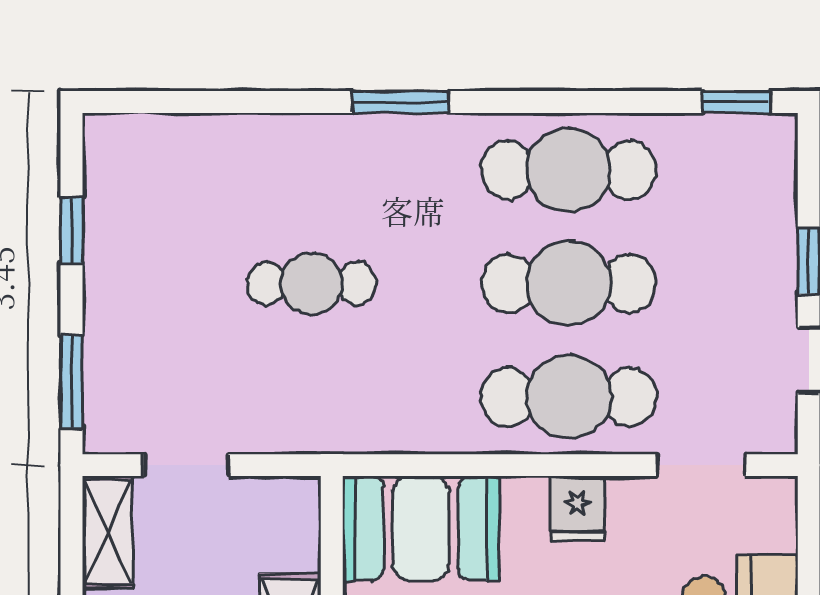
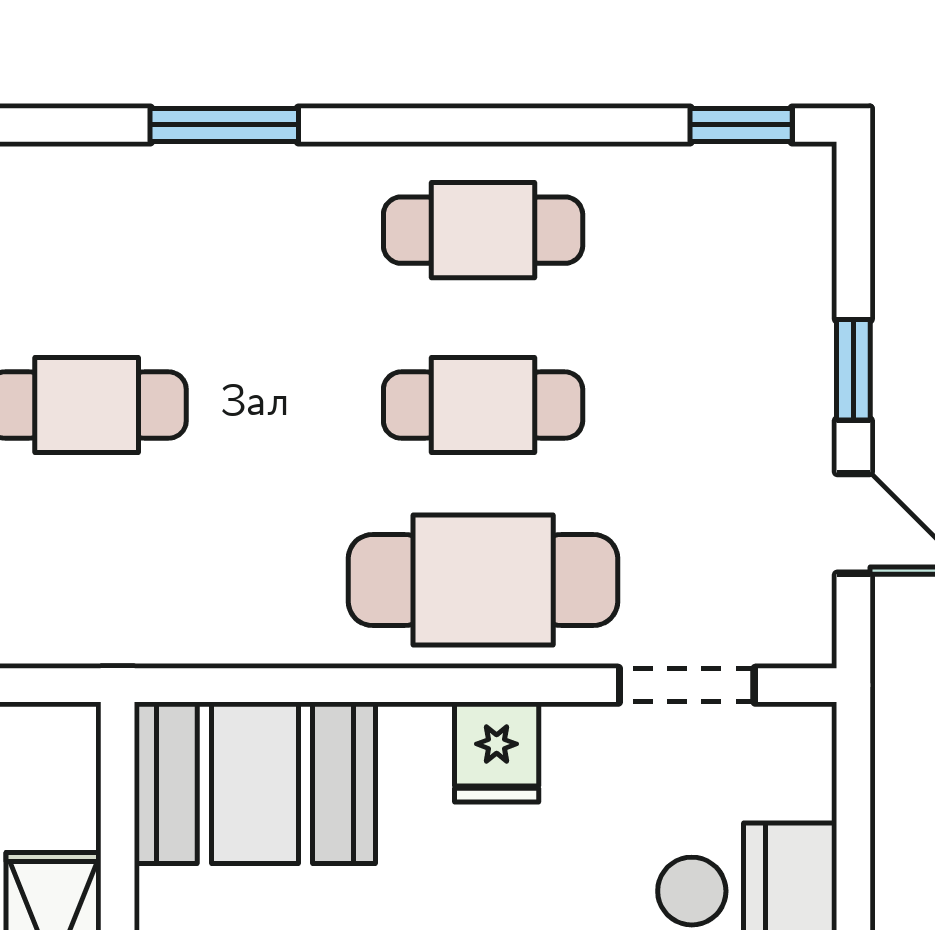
cafe table: (569, 170) -> (483, 230), width x0.73, depth x0.74
cafe table: (569, 284) -> (483, 405), width x0.73, depth x0.74

